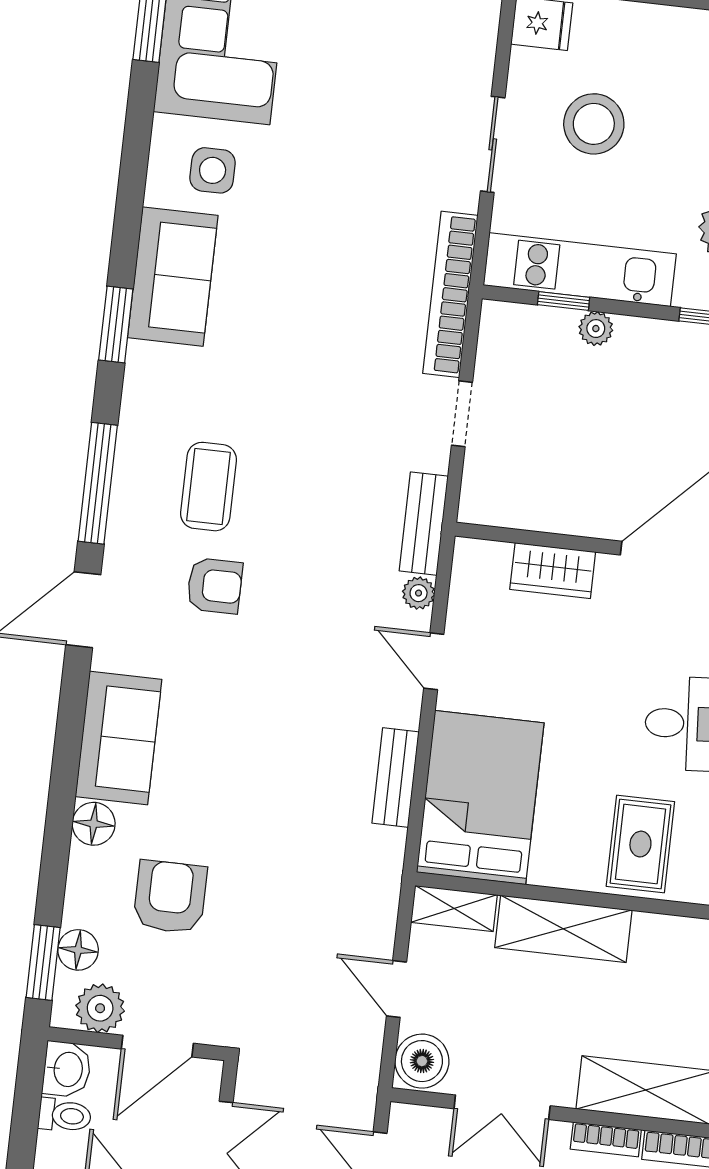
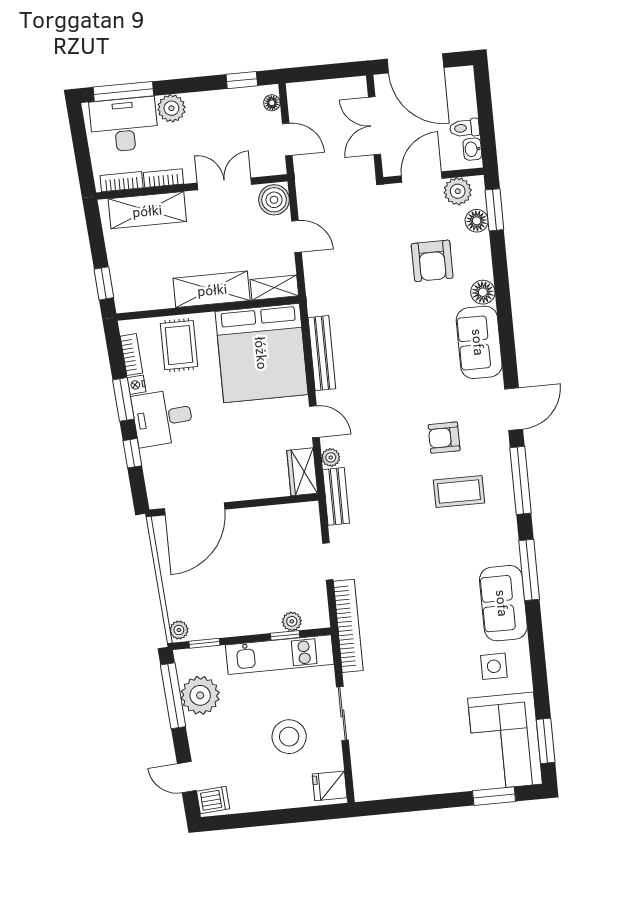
window: (116, 325) -> (529, 570), width x1.44
plant: (596, 329) -> (292, 621), moved
coffee table: (209, 487) -> (459, 492), turned 90
wardrobe: (553, 571) -> (302, 472), moved, turned -90
bench: (396, 777) -> (322, 353), width x1.36
bed: (480, 798) -> (262, 353), width x1.36
washbasin: (67, 1069) -> (472, 149), width x0.72, depth x0.69

